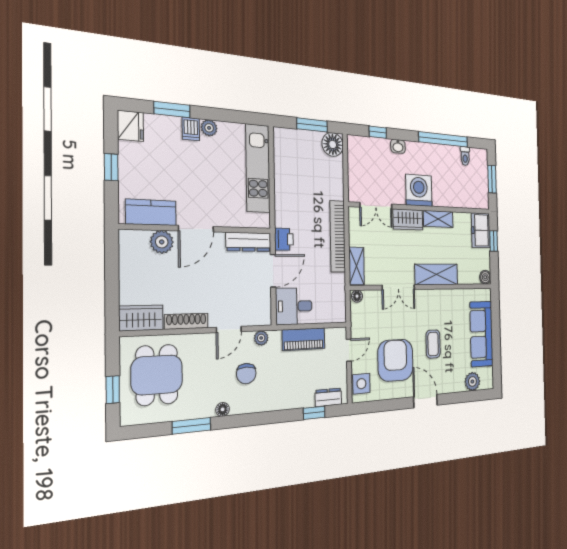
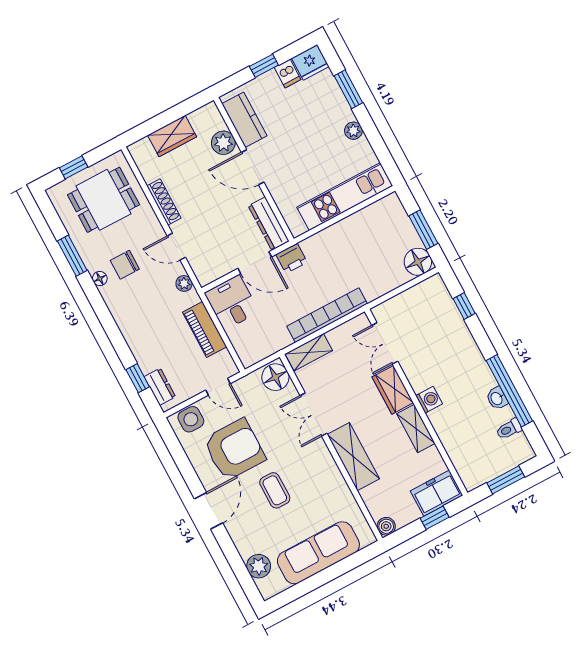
dishwasher: (191, 129) -> (288, 73), moved, turned -90
washbasin: (398, 146) -> (497, 398), moved
washing machine: (419, 190) -> (429, 400), width x0.53, depth x0.53
floor lamp: (357, 296) -> (275, 377), width x1.89, depth x1.89
wardrobe: (141, 318) -> (172, 136), moved, turned 90
coffee table: (433, 344) -> (275, 490), turned 90
chair: (246, 374) -> (125, 265), moved

